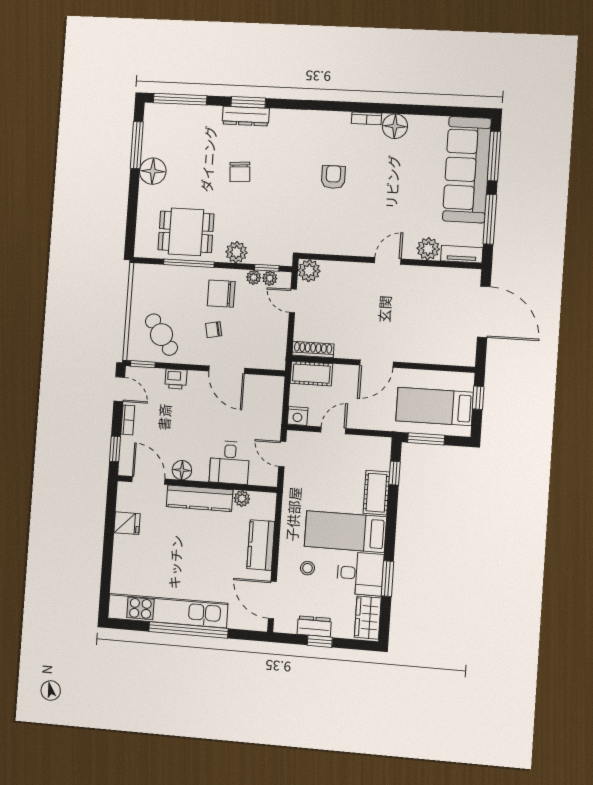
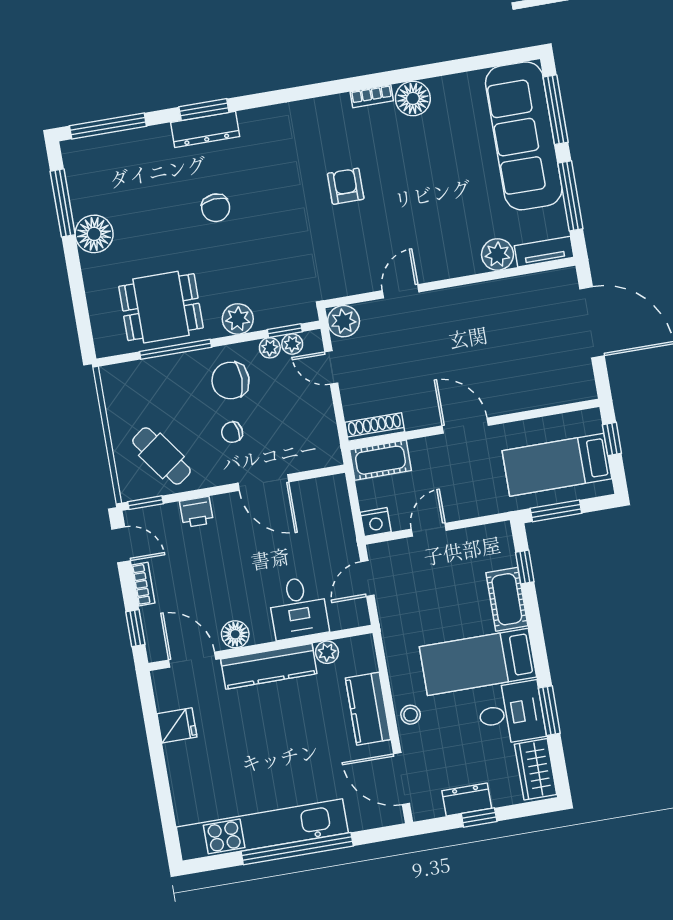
door: (388, 261) -> (401, 291), moved
door: (376, 364) -> (465, 426), swing flipped
door: (282, 454) -> (367, 579), hinge flipped
stool: (307, 568) -> (411, 715), moved

